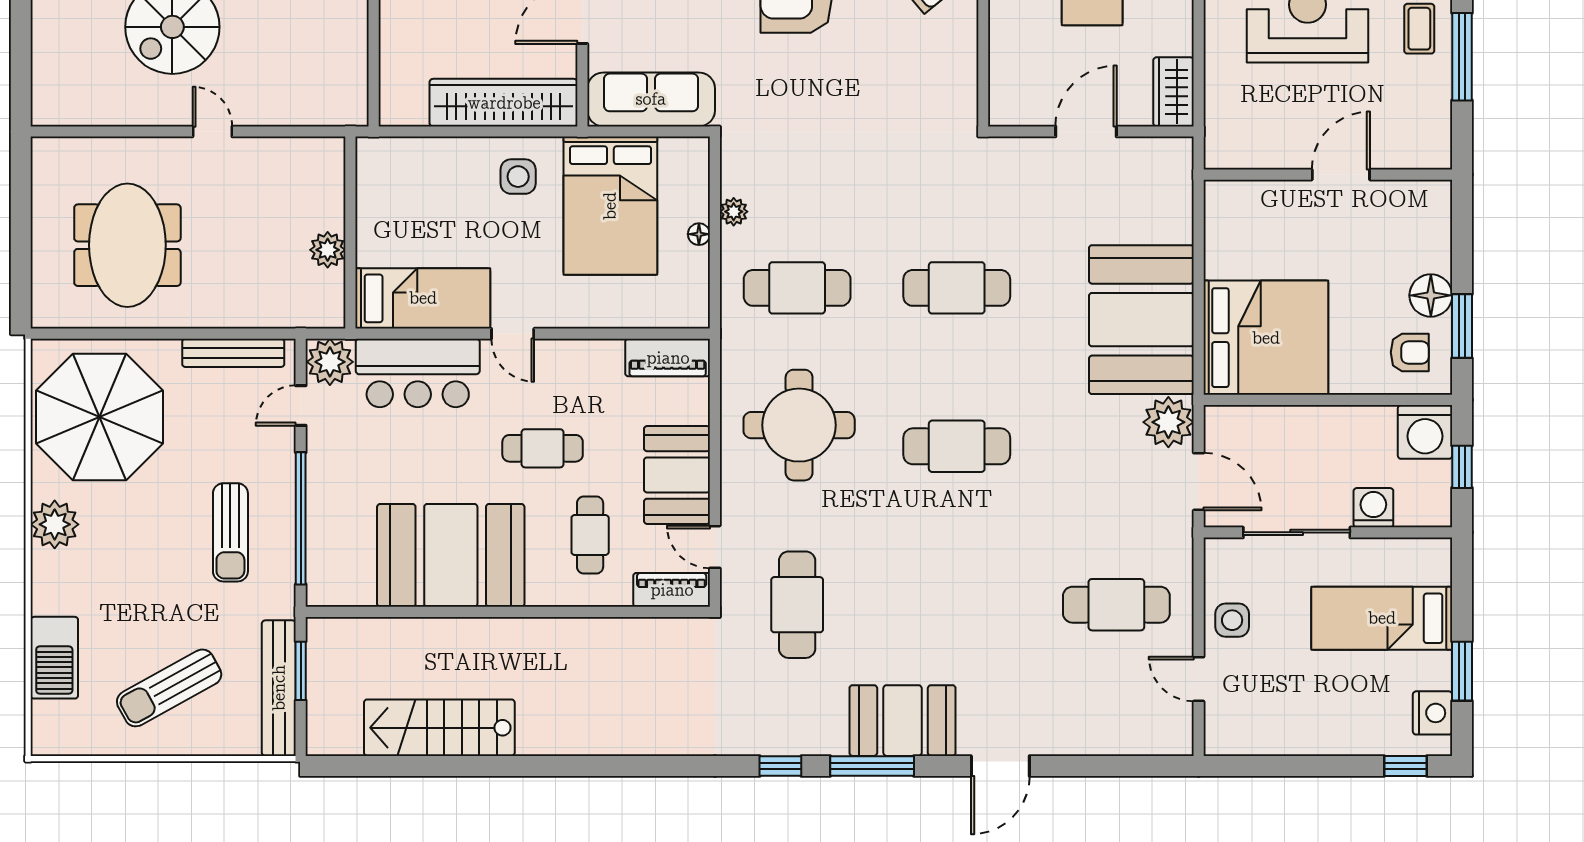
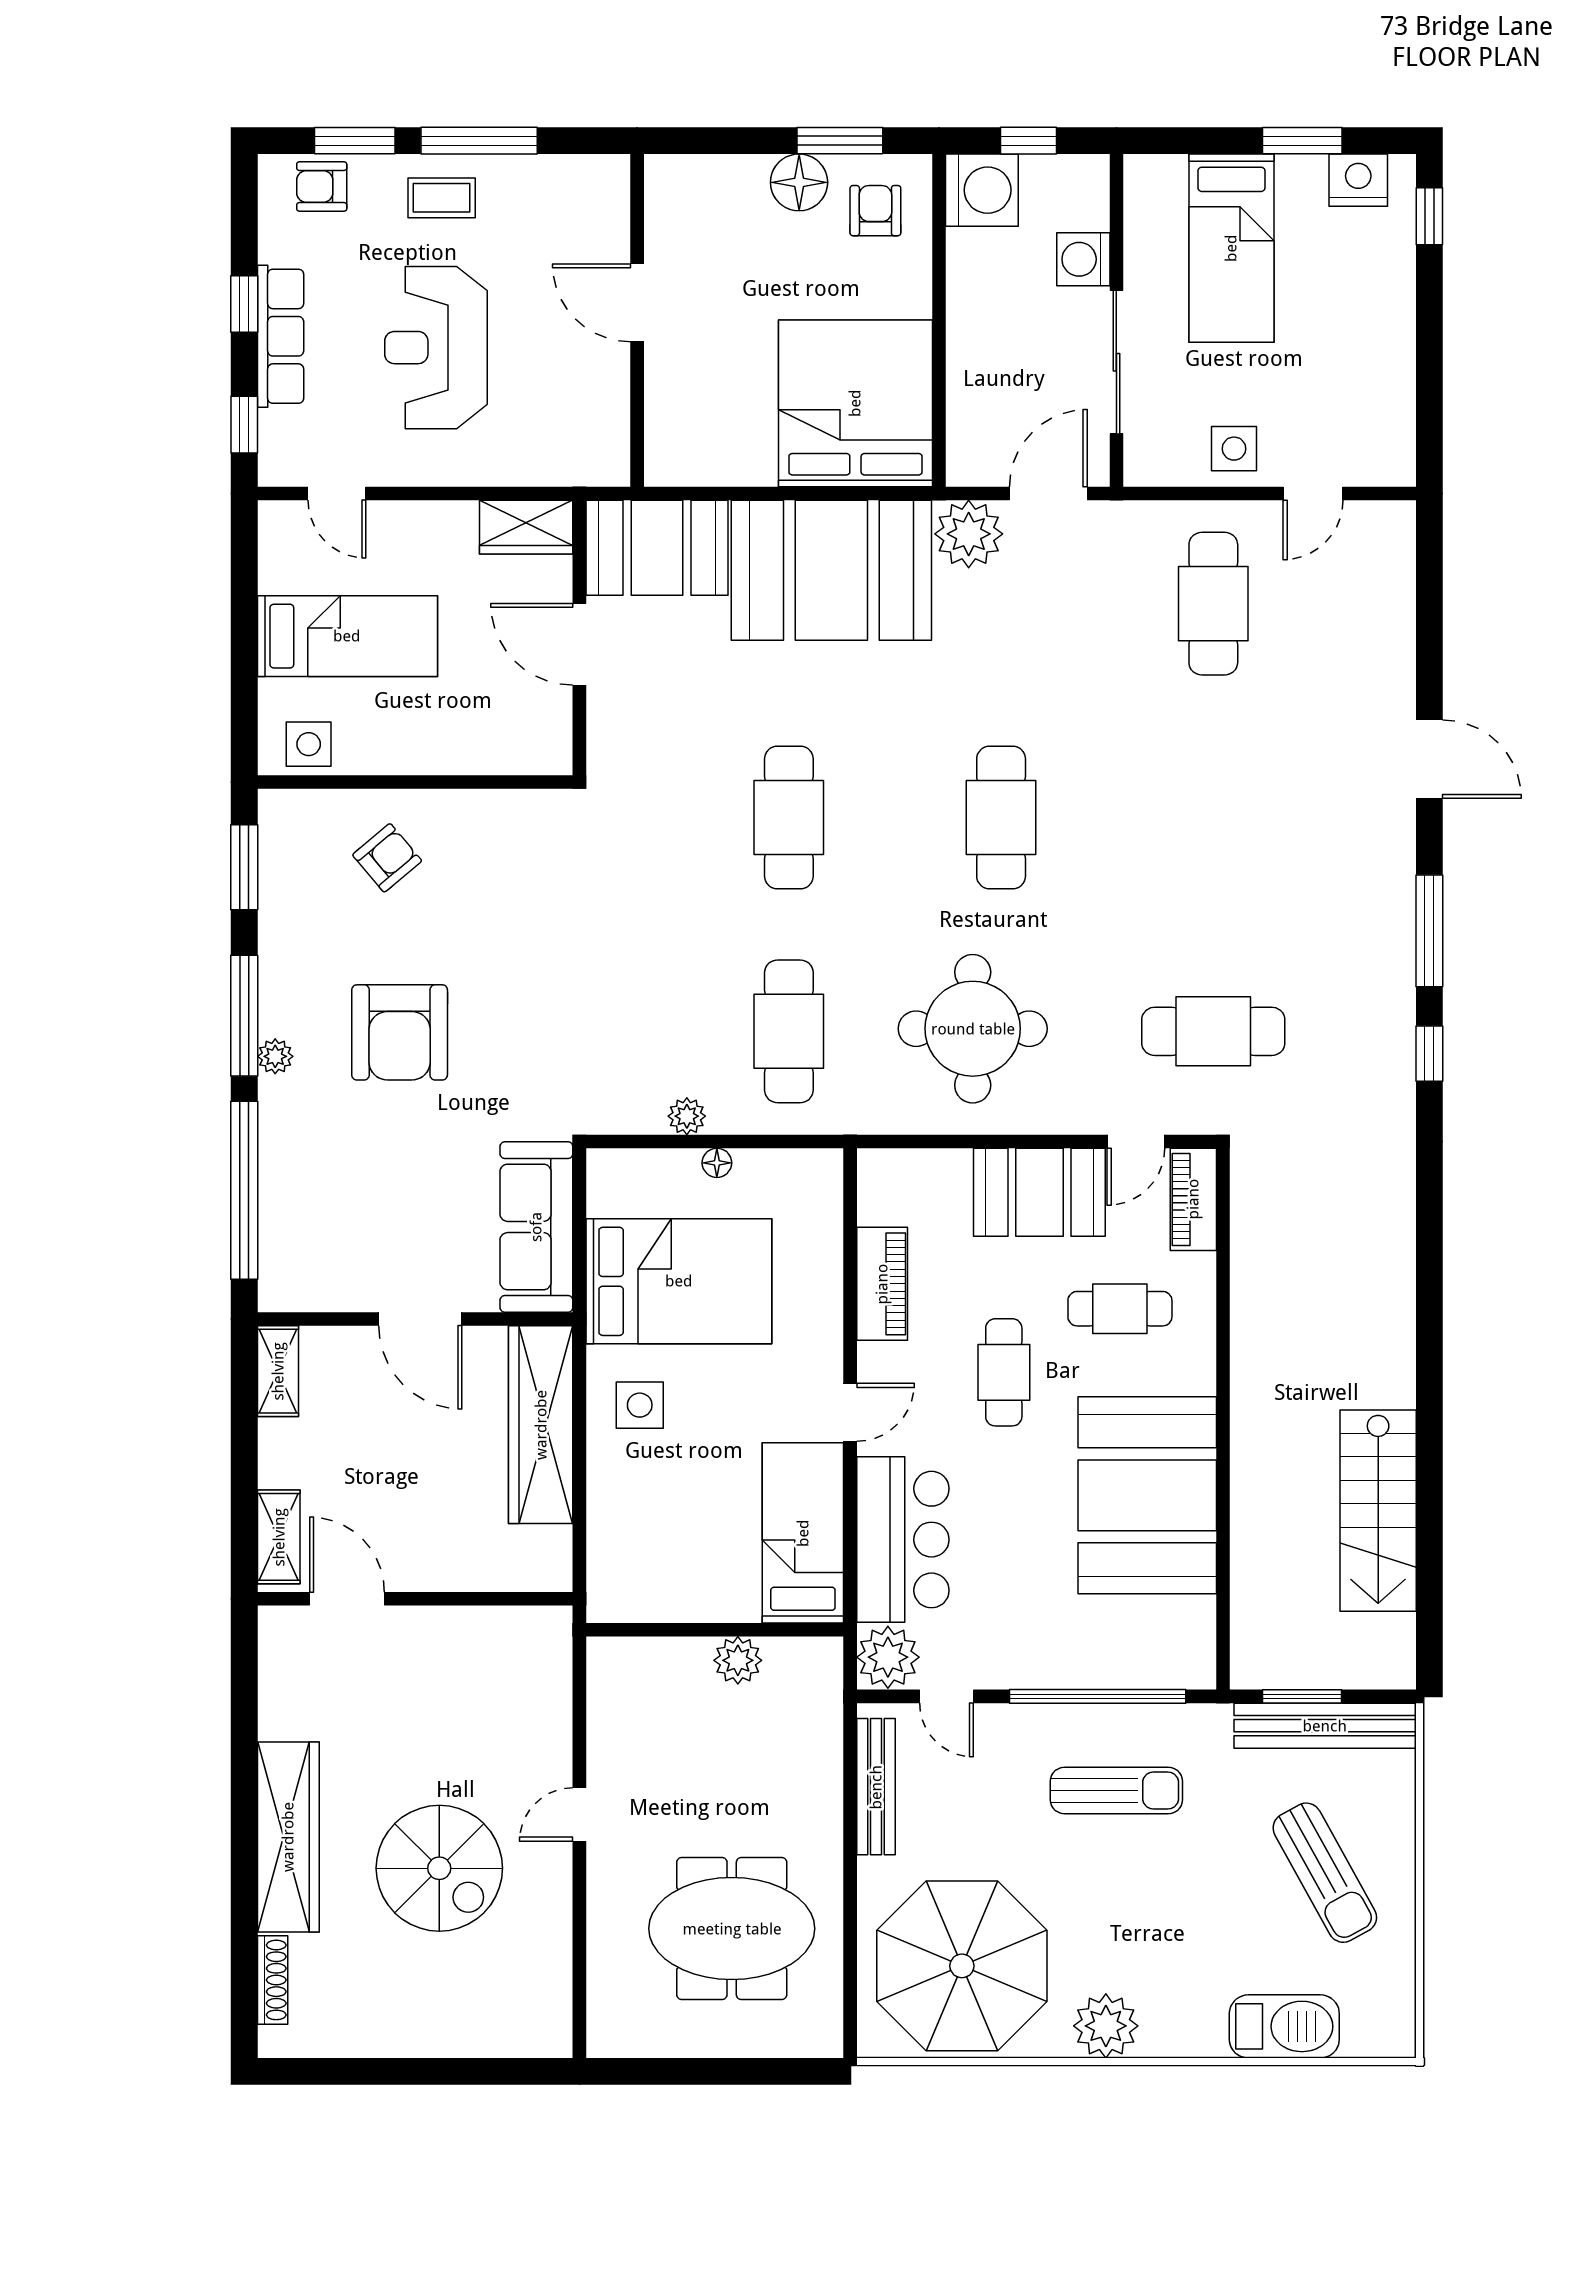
piano: (668, 358) -> (882, 1284), moved
booth: (903, 721) -> (657, 548), moved, turned 90

